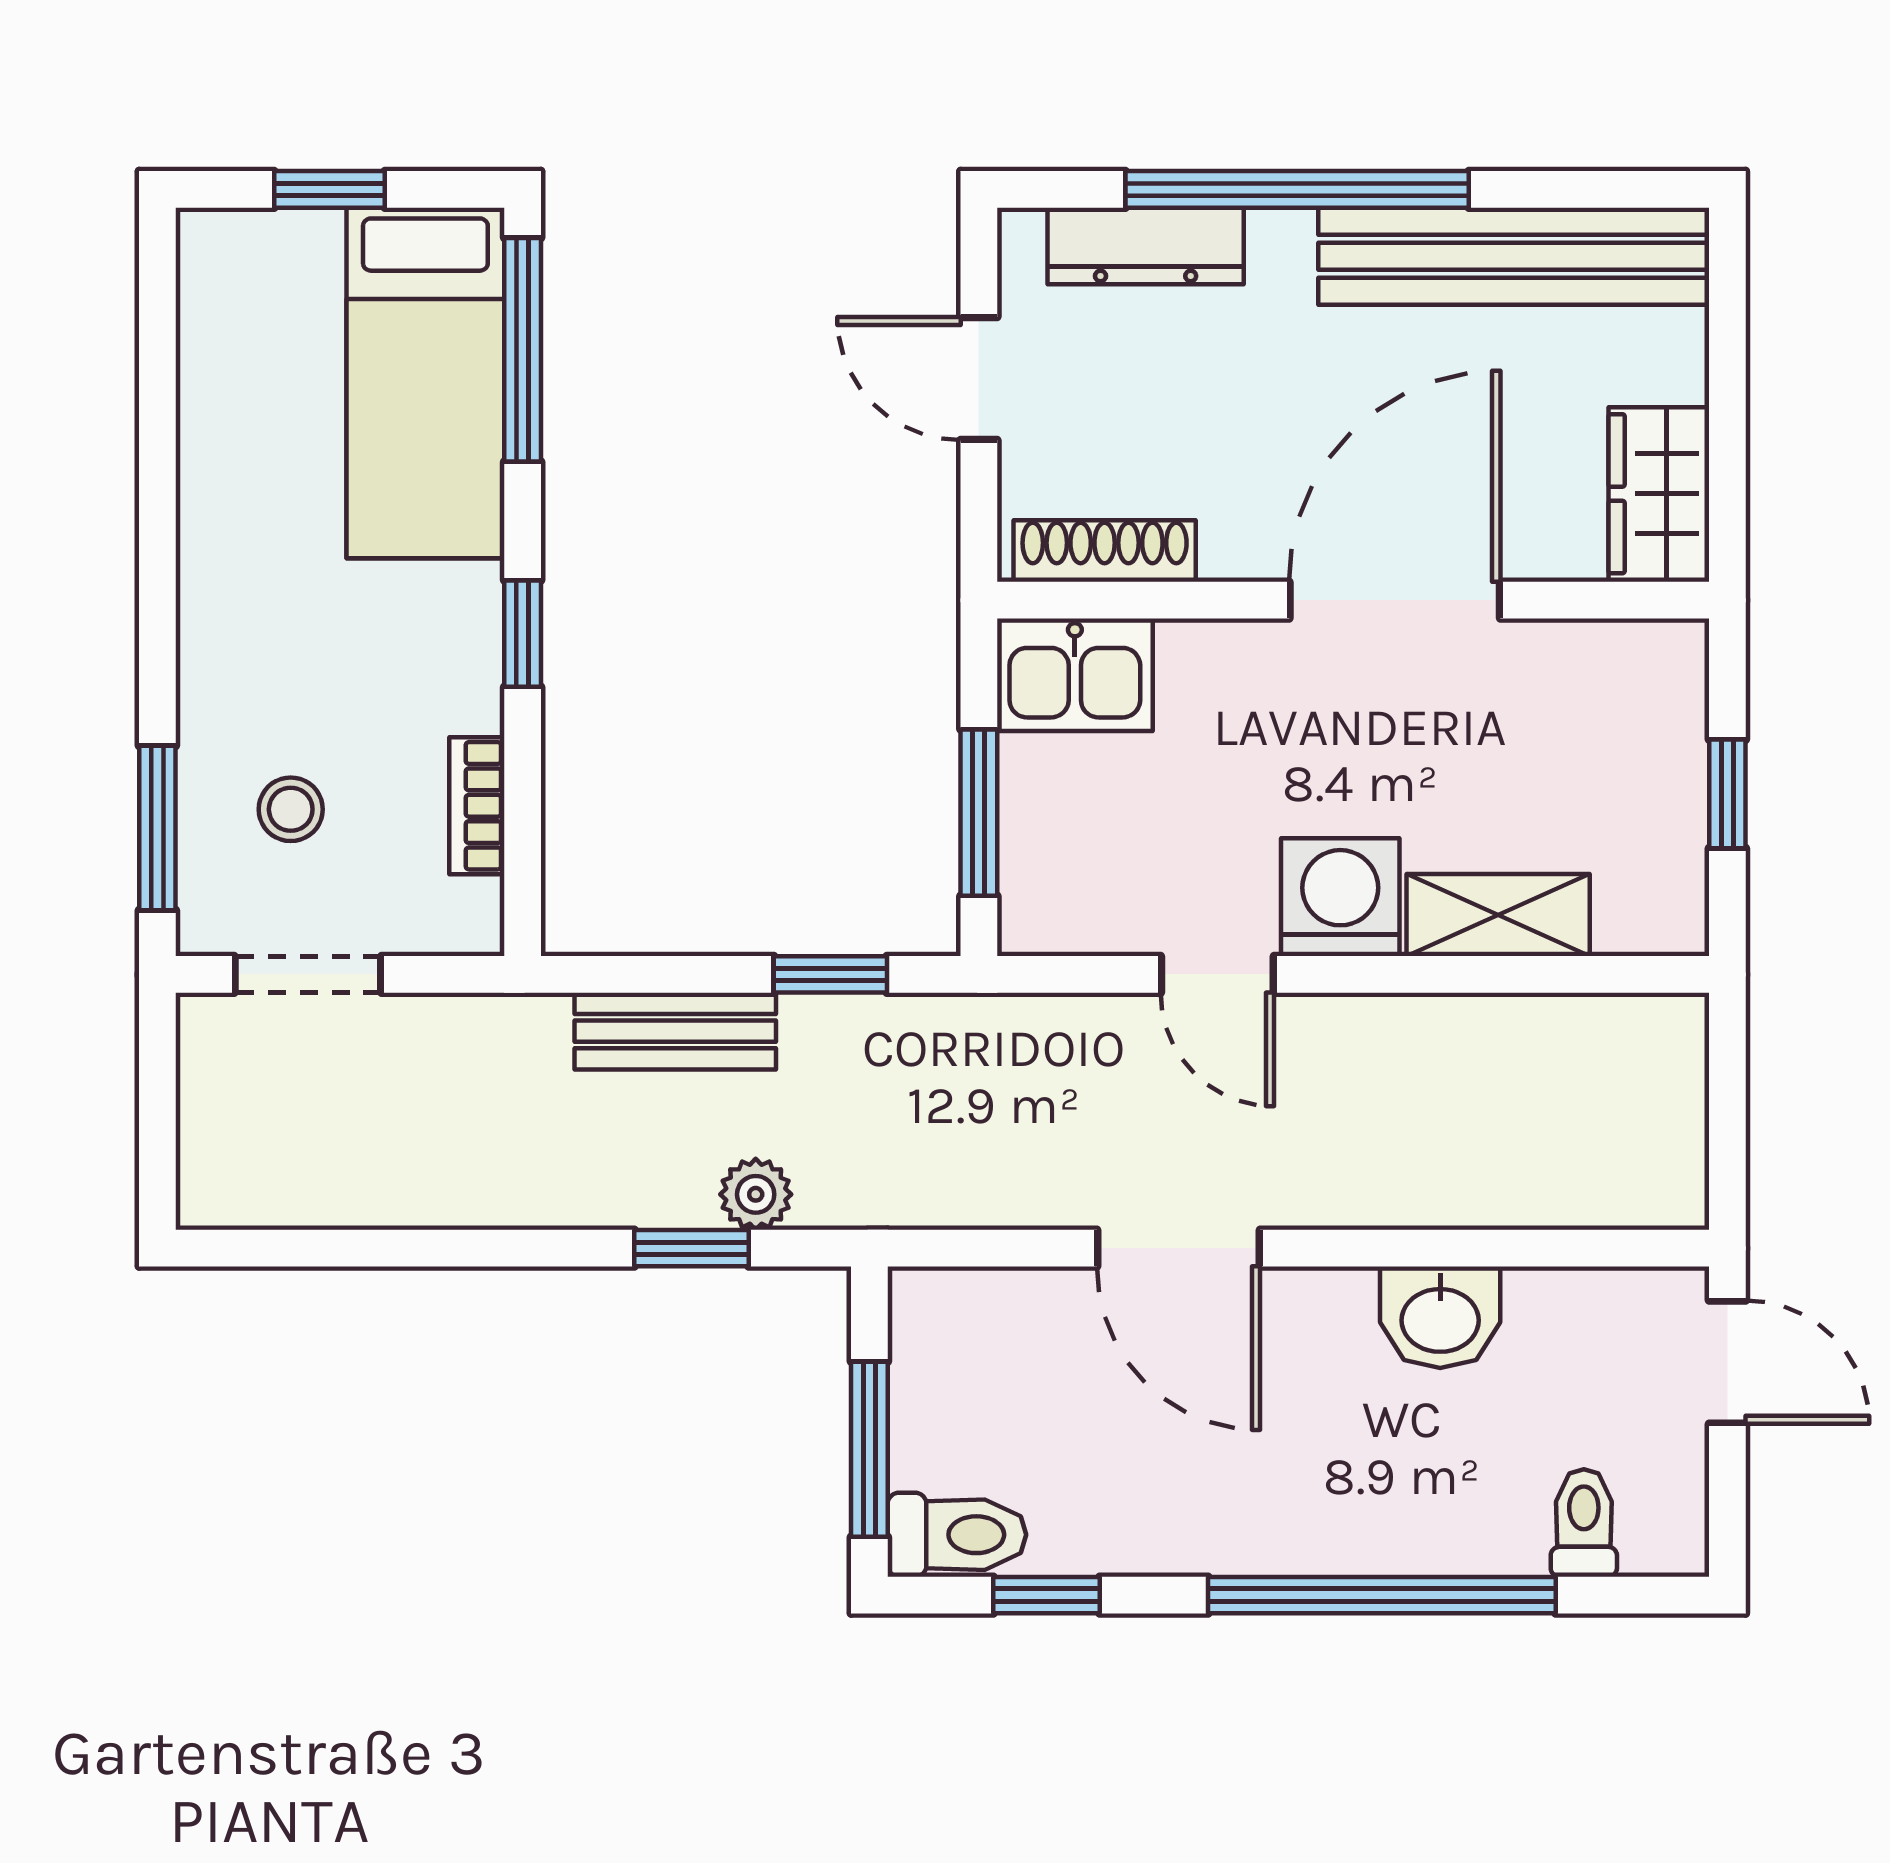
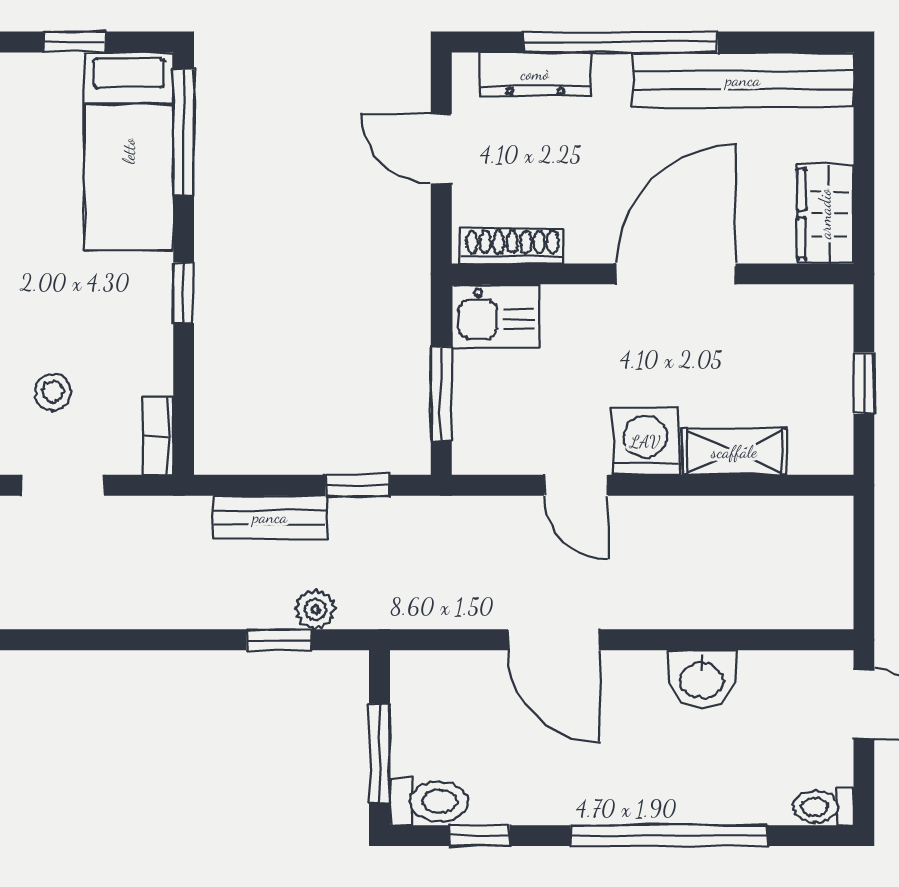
bookcase: (477, 806) -> (158, 436), moved
toilet: (1584, 1523) -> (823, 807), moved, turned -90

